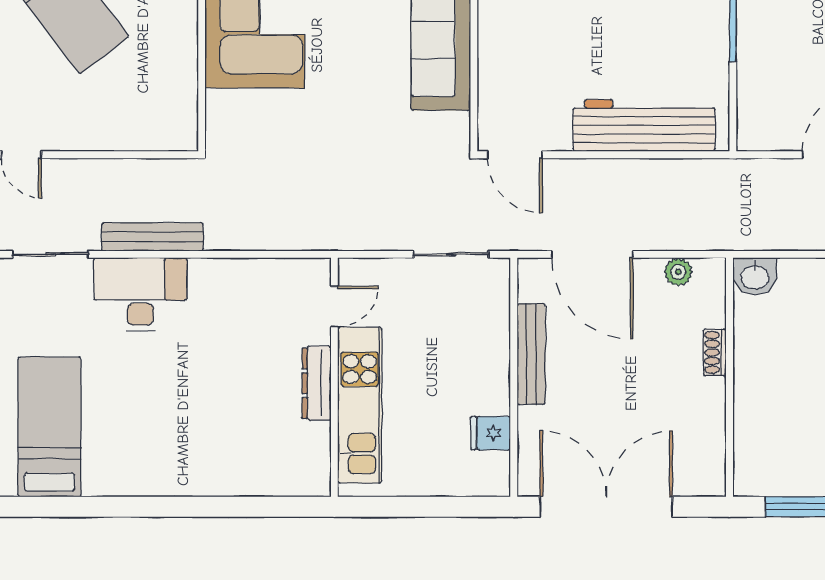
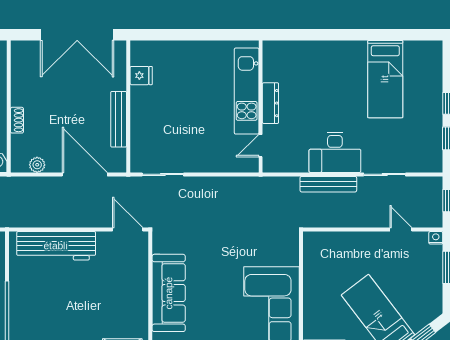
door: (334, 306) -> (261, 146), moved
wall: (334, 377) -> (261, 106), moved
dresser: (317, 383) -> (270, 103), moved
kitchen unit: (360, 405) -> (247, 91), moved

